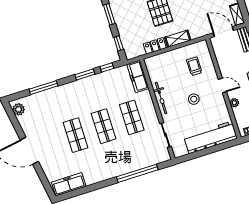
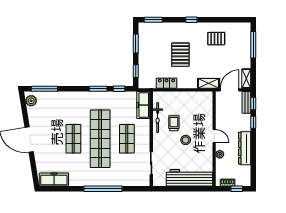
door: (223, 32) -> (230, 90), hinge flipped
shelving: (178, 39) -> (208, 83), moved
trolley: (194, 66) -> (174, 123), moved
window: (43, 88) -> (44, 89), moved
bicycle: (161, 98) -> (158, 118), moved
shop shelf: (104, 126) -> (100, 139), width x2.00, depth x1.36
window: (137, 173) -> (103, 189), moved

